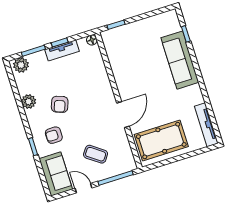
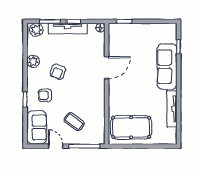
tv unit: (62, 50) -> (68, 28), width x1.41
door: (123, 115) -> (107, 68), moved
tv unit: (206, 125) -> (172, 109), moved

